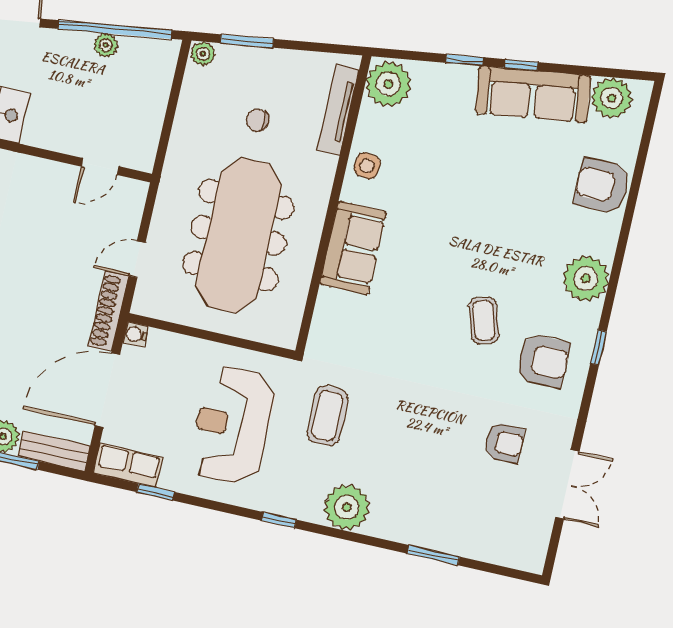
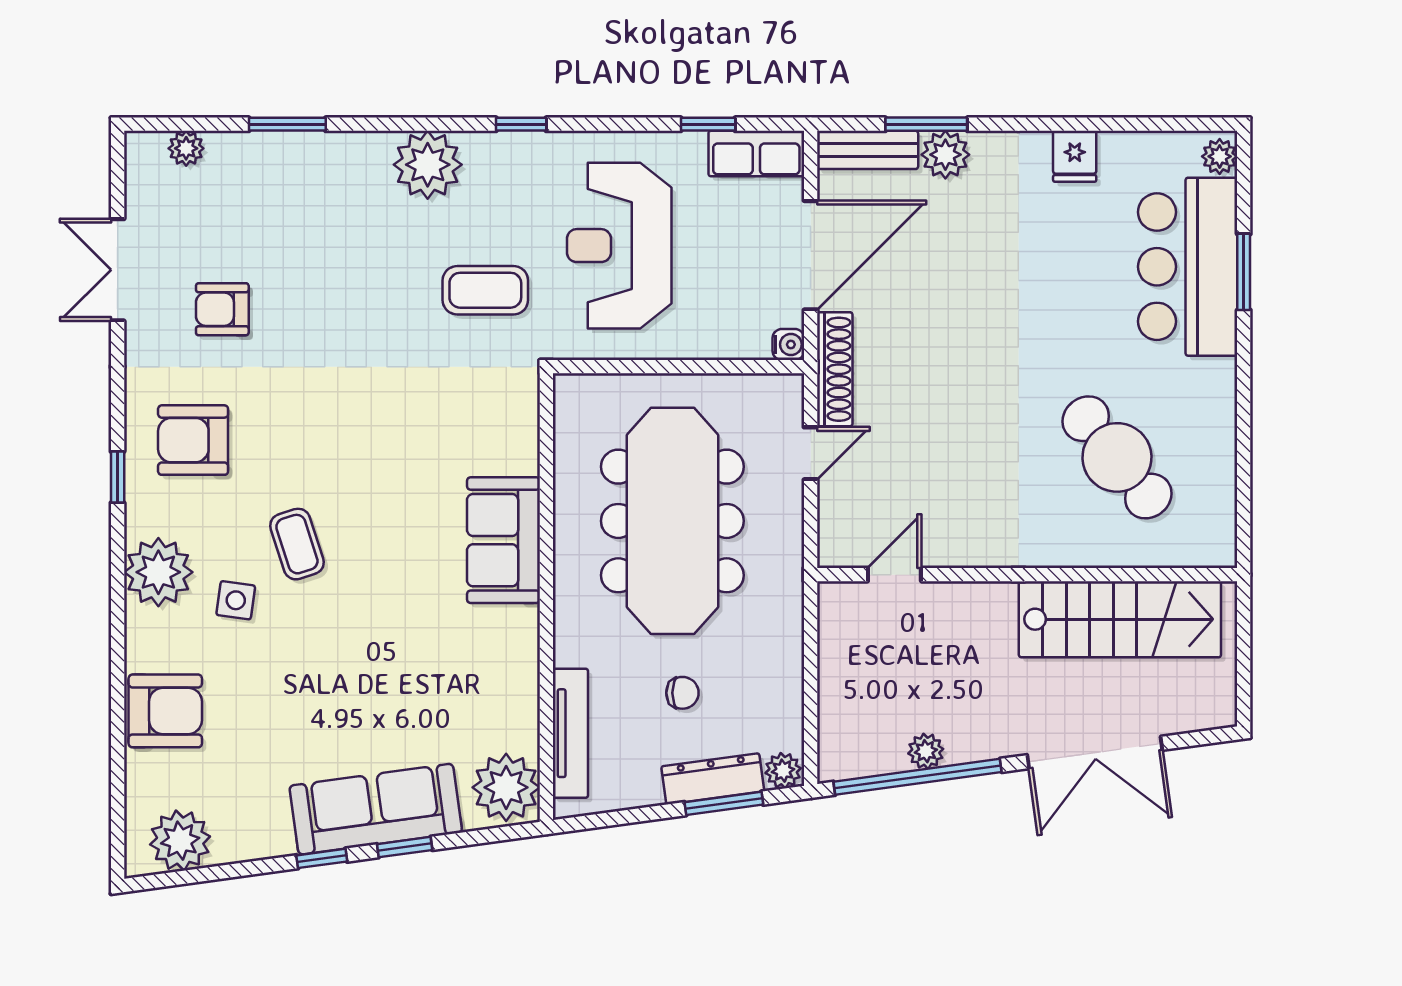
dresser: (251, 59) -> (713, 779), added
sofa: (533, 94) -> (376, 809), moved
side table: (367, 166) -> (236, 600), moved
coffee table: (484, 320) -> (297, 544), moved
coffee table: (328, 416) -> (485, 290), turned 90
reception desk: (232, 425) -> (619, 246), turned 180
plant: (504, 554) -> (186, 148), added

